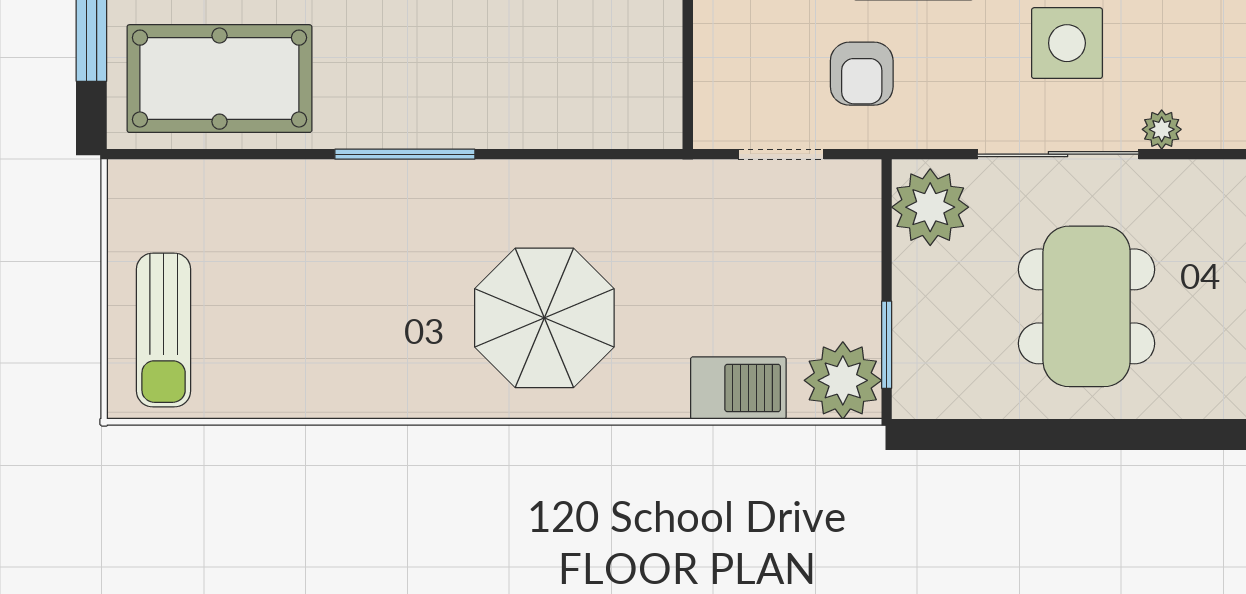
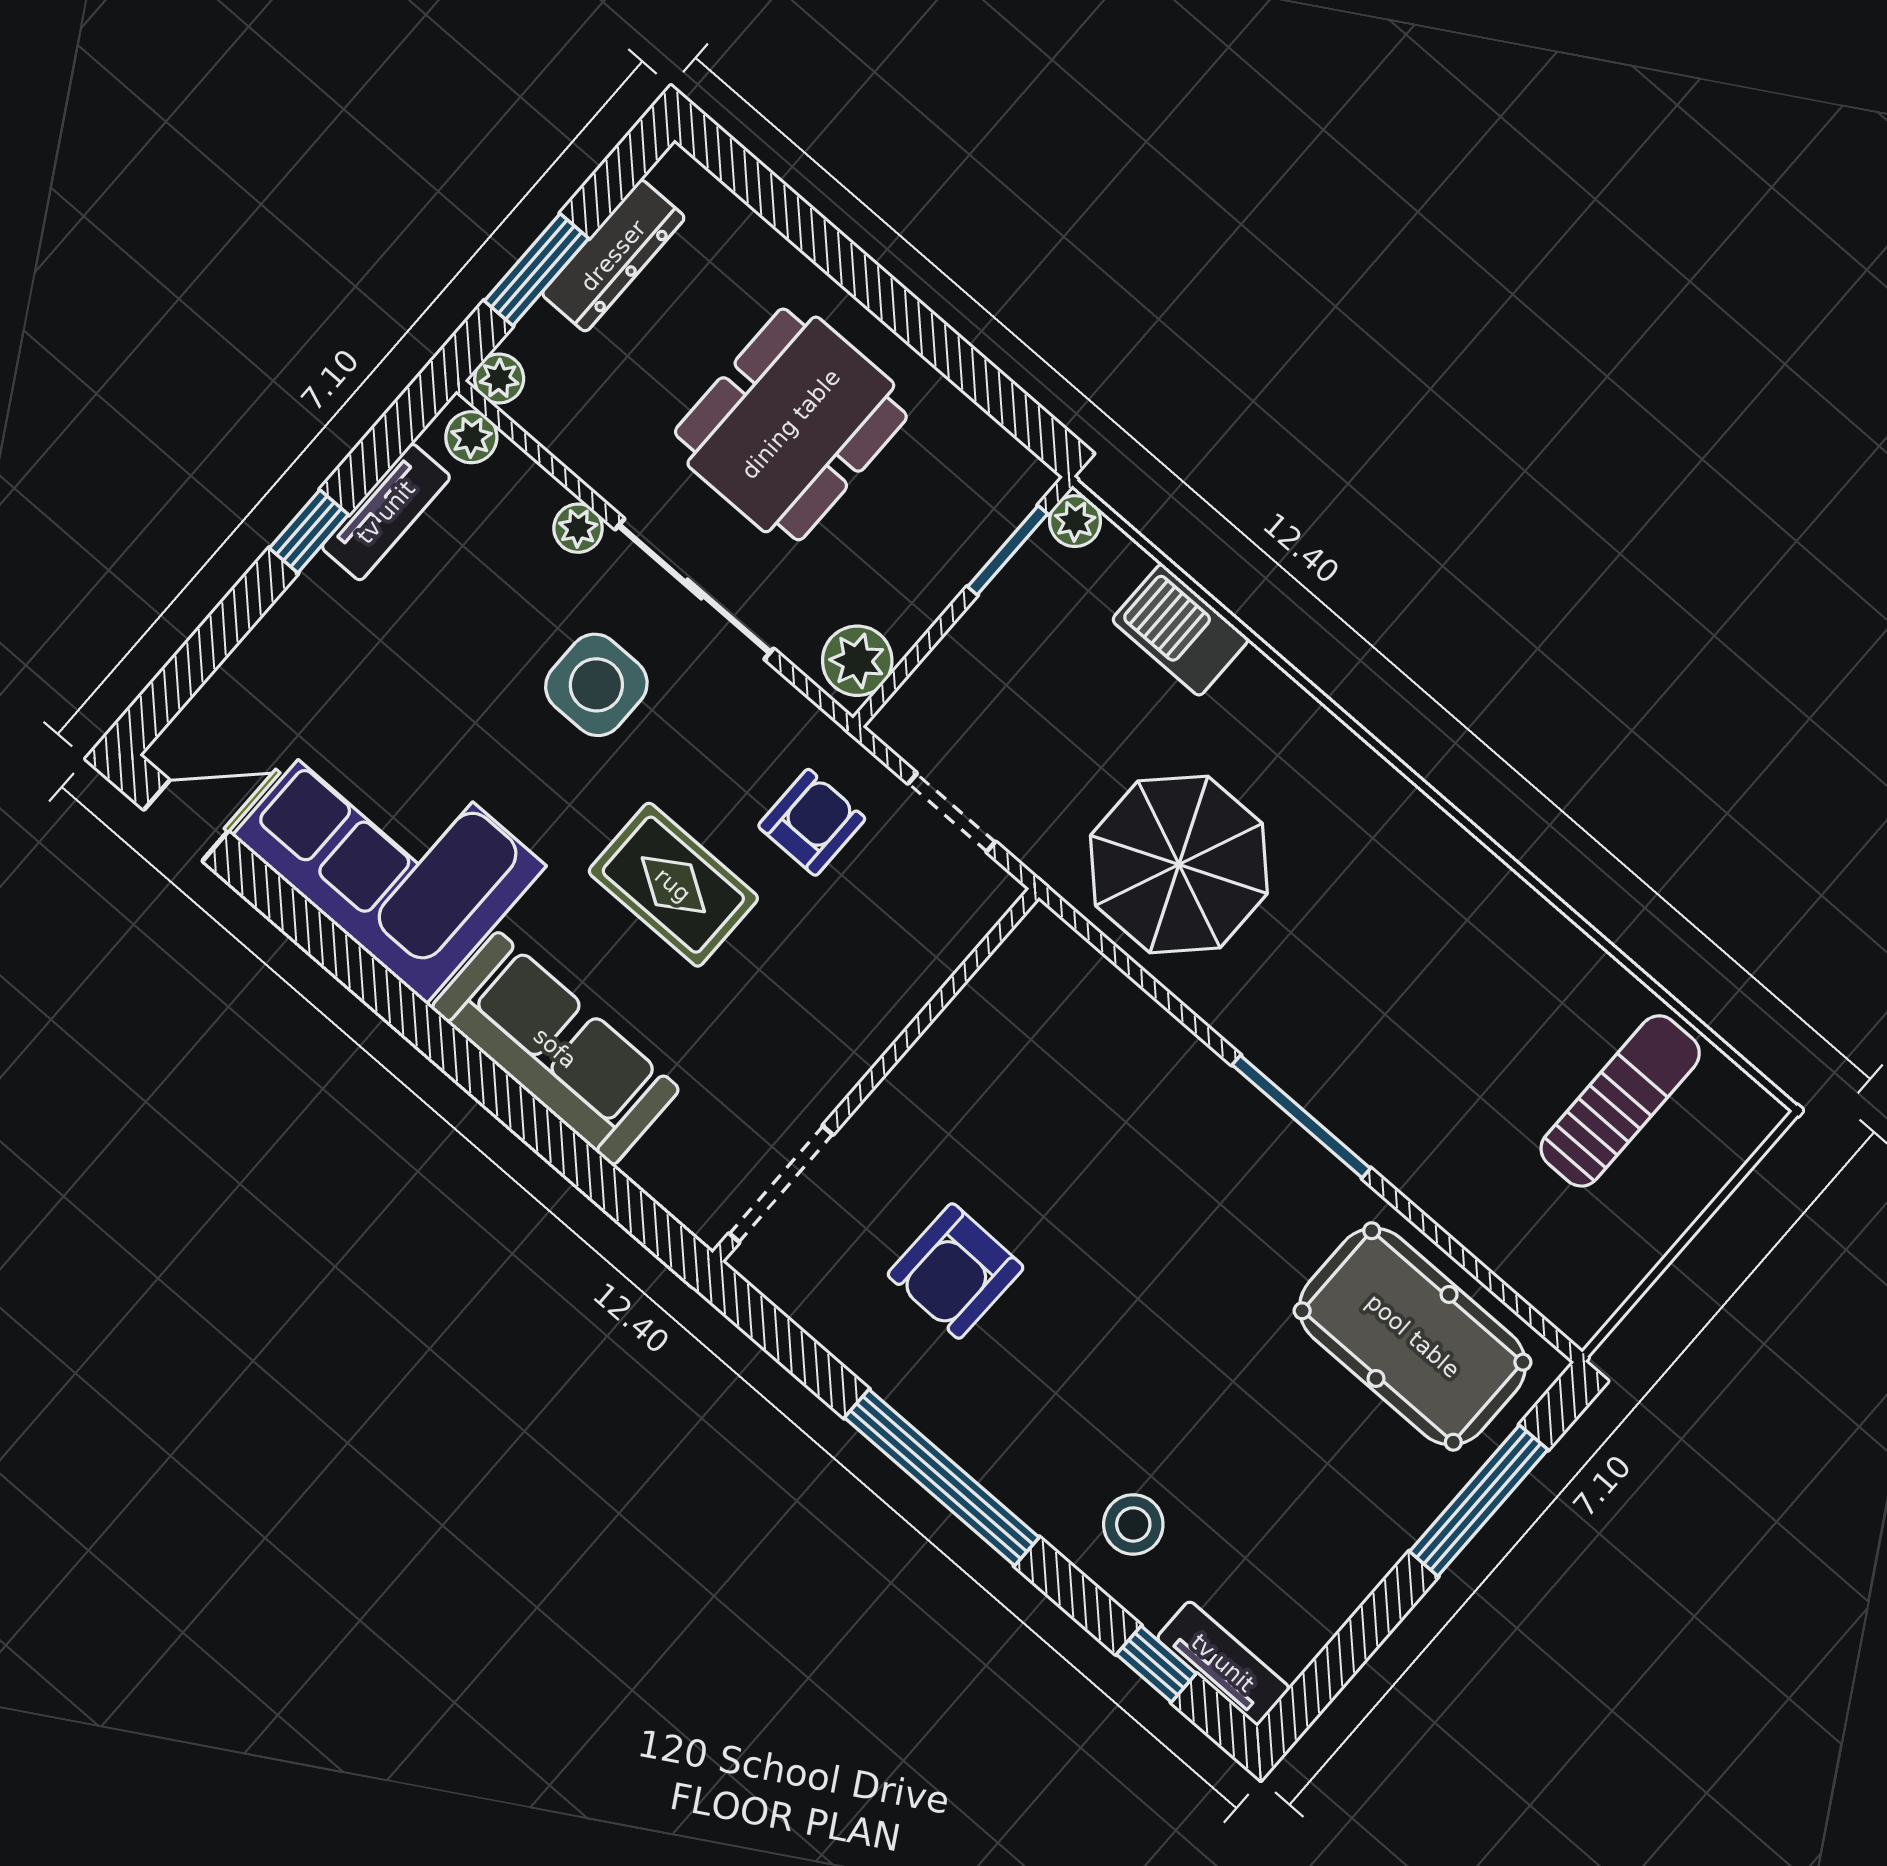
plant: (930, 207) -> (857, 661), width x0.73, depth x0.73
parasol: (544, 318) -> (1179, 864), moved
sun lounger: (164, 330) -> (1620, 1101), moved
plant: (843, 380) -> (1075, 521), width x0.53, depth x0.53

